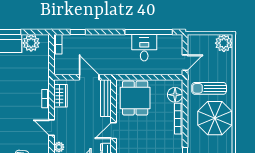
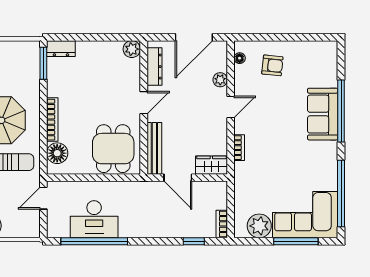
desk: (144, 48) -> (94, 219), width x1.37
wardrobe: (60, 96) -> (211, 165), moved, turned 90
door: (52, 128) -> (231, 107), hinge flipped

